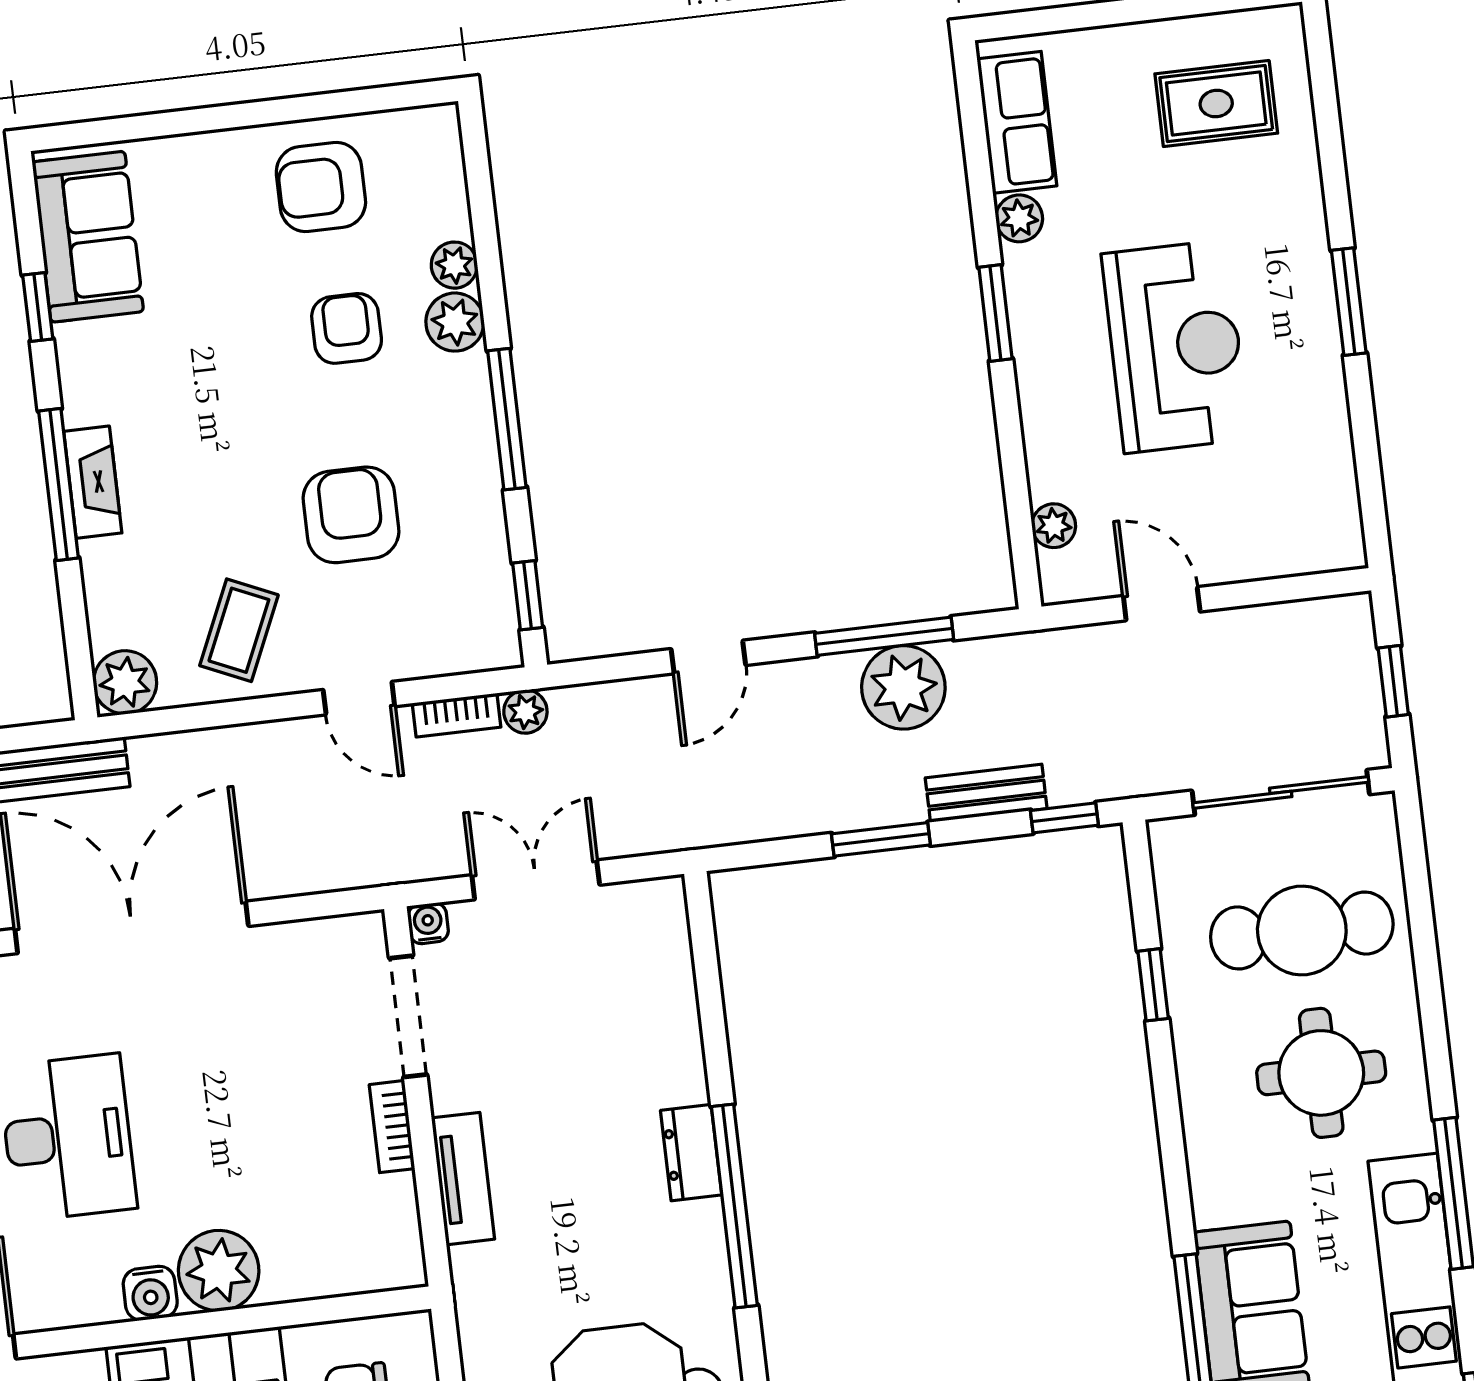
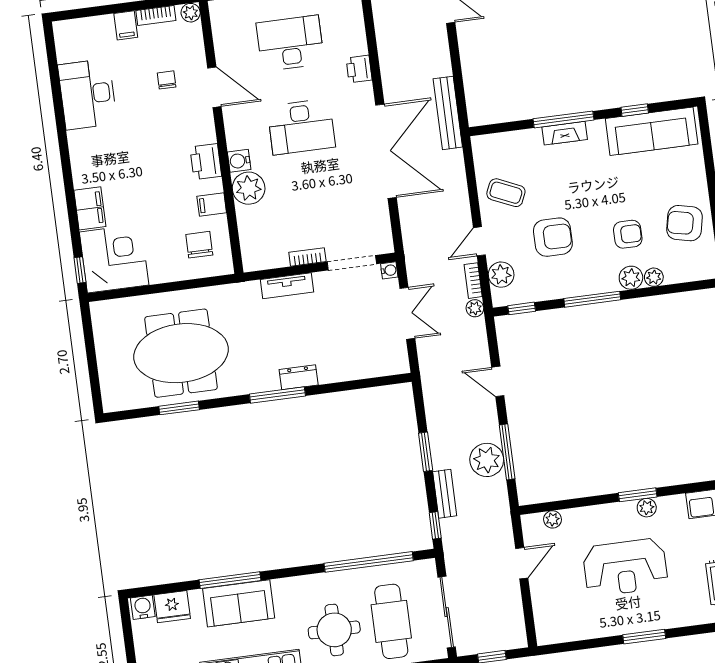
armchair: (321, 187) -> (684, 223), turned -78
plant: (1019, 218) -> (647, 508), moved
sofa: (88, 237) -> (652, 131), width x1.36
plant: (125, 682) -> (501, 275), moved
window: (1153, 985) -> (369, 562), width x3.17
window: (734, 1206) -> (277, 395), width x0.68

